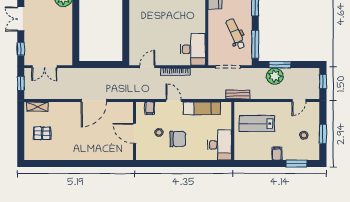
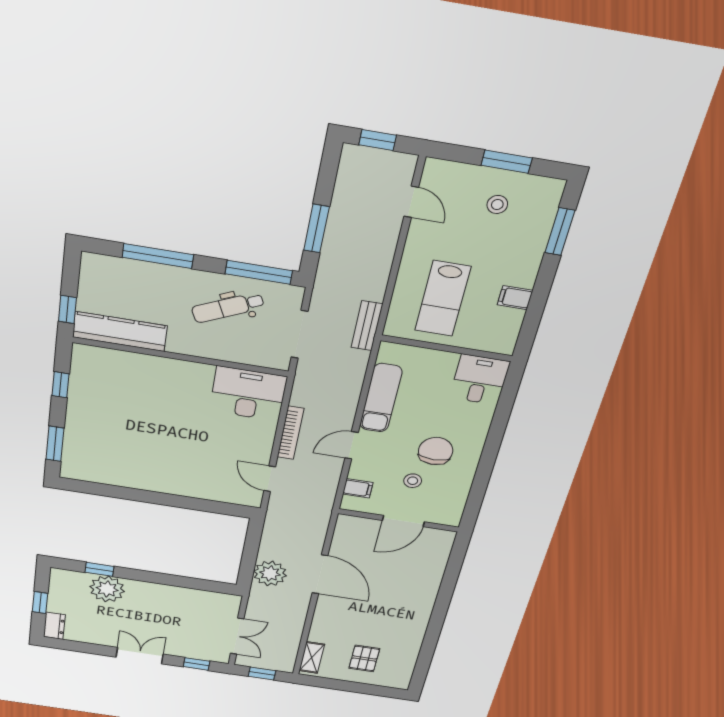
double door: (21, 19) -> (140, 656), swing flipped
plant: (275, 76) -> (270, 573), moved
desk: (220, 145) -> (480, 380), width x0.73
filing cabinet: (277, 154) -> (515, 298), moved

